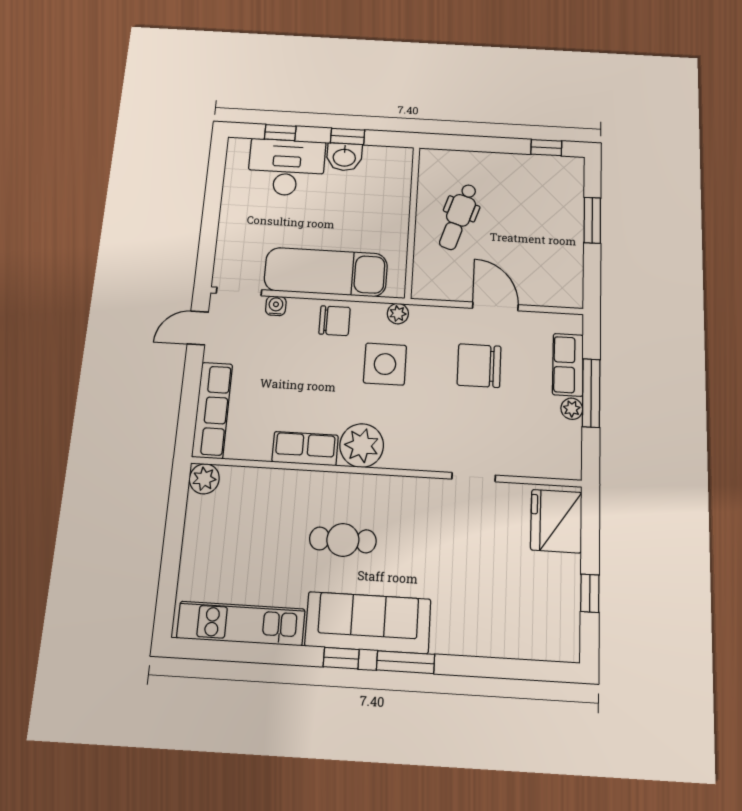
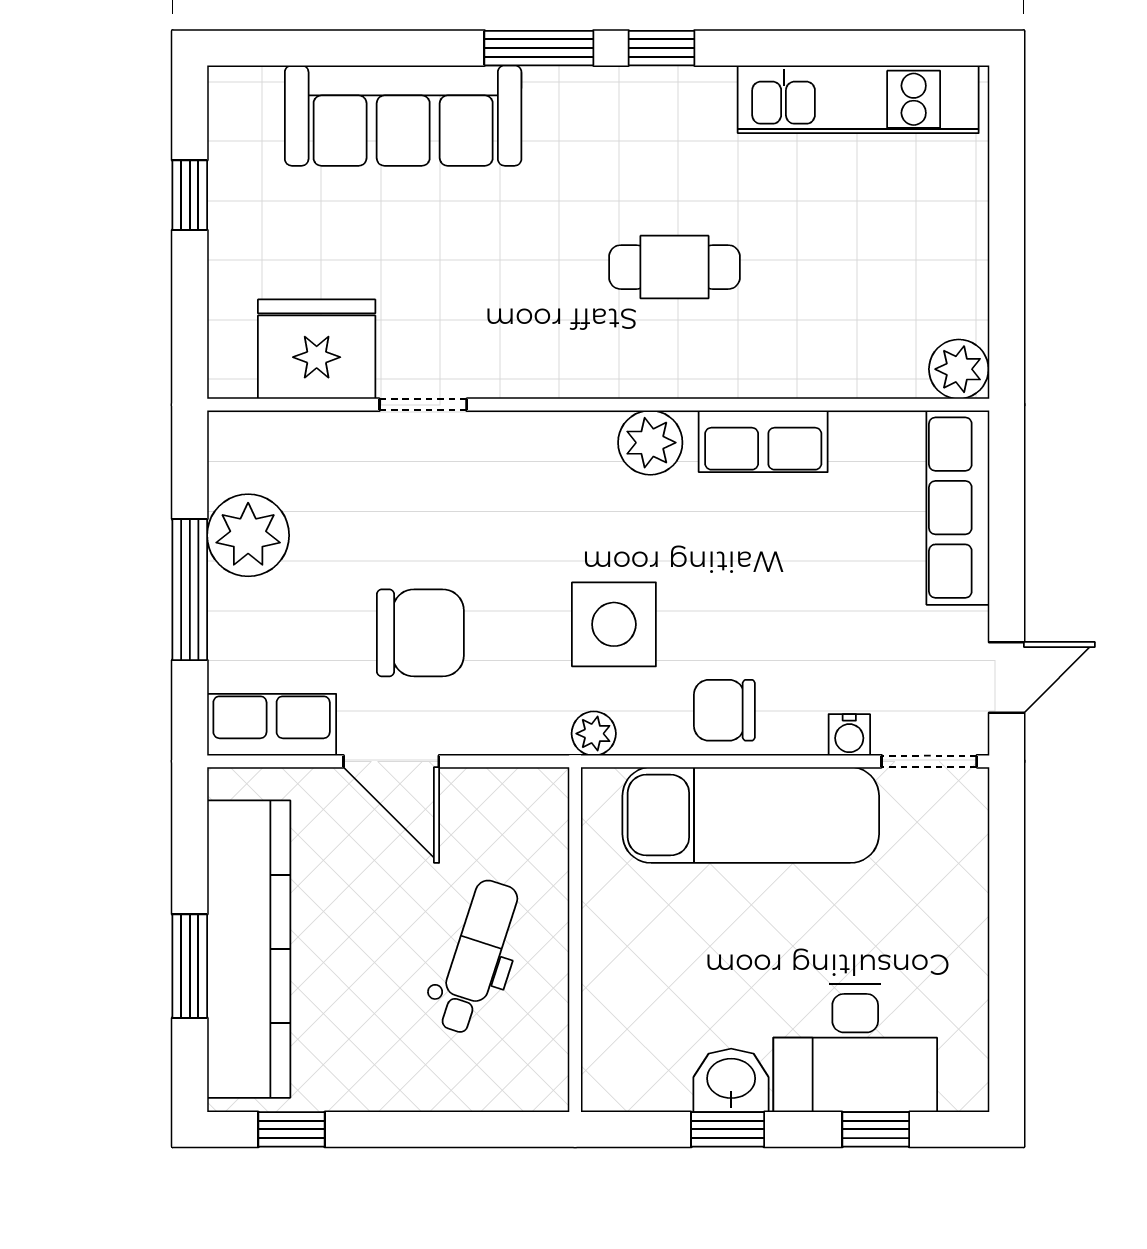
kitchen counter: (565, 226) -> (249, 949), added
row of seats: (568, 365) -> (272, 725), moved, turned -90
plant: (572, 409) -> (248, 535), width x1.88, depth x1.88
plant: (362, 445) -> (650, 443), width x0.73, depth x0.73
fridge: (556, 521) -> (317, 349), moved, turned -90
sofa: (368, 623) -> (403, 116), moved

